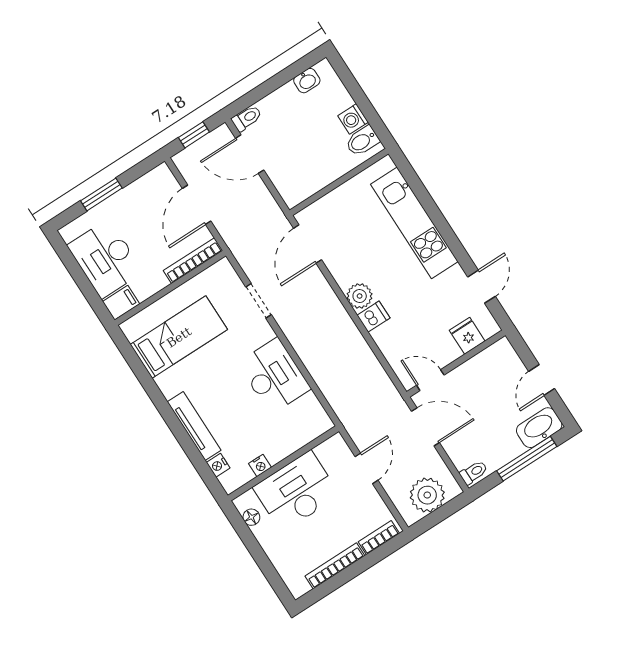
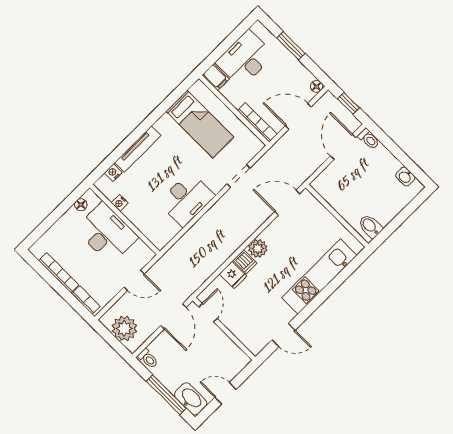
washing machine: (353, 119) -> (385, 216), removed
floor lamp: (162, 172) -> (317, 86), added
fridge: (467, 336) -> (233, 275), moved, turned 90

